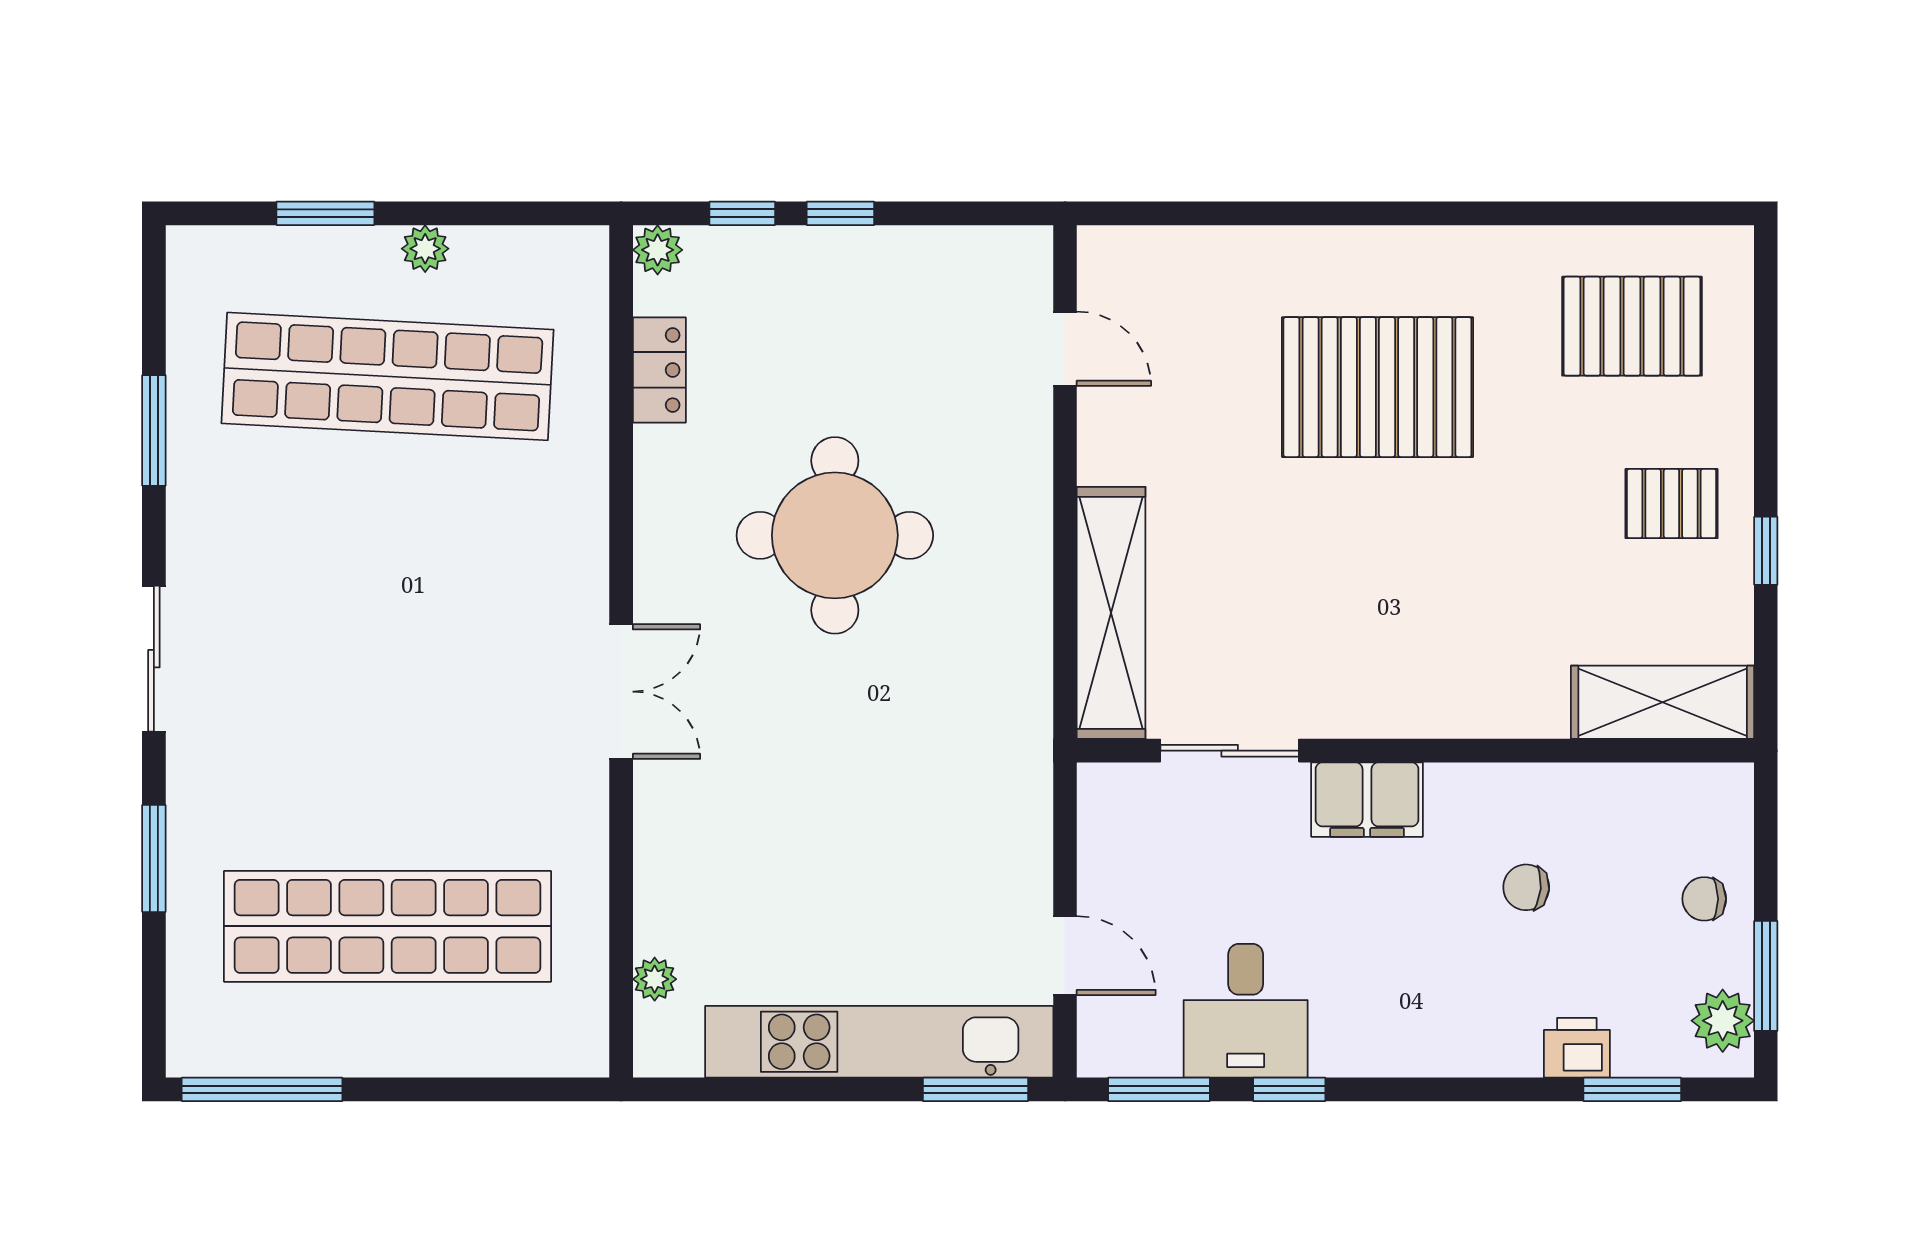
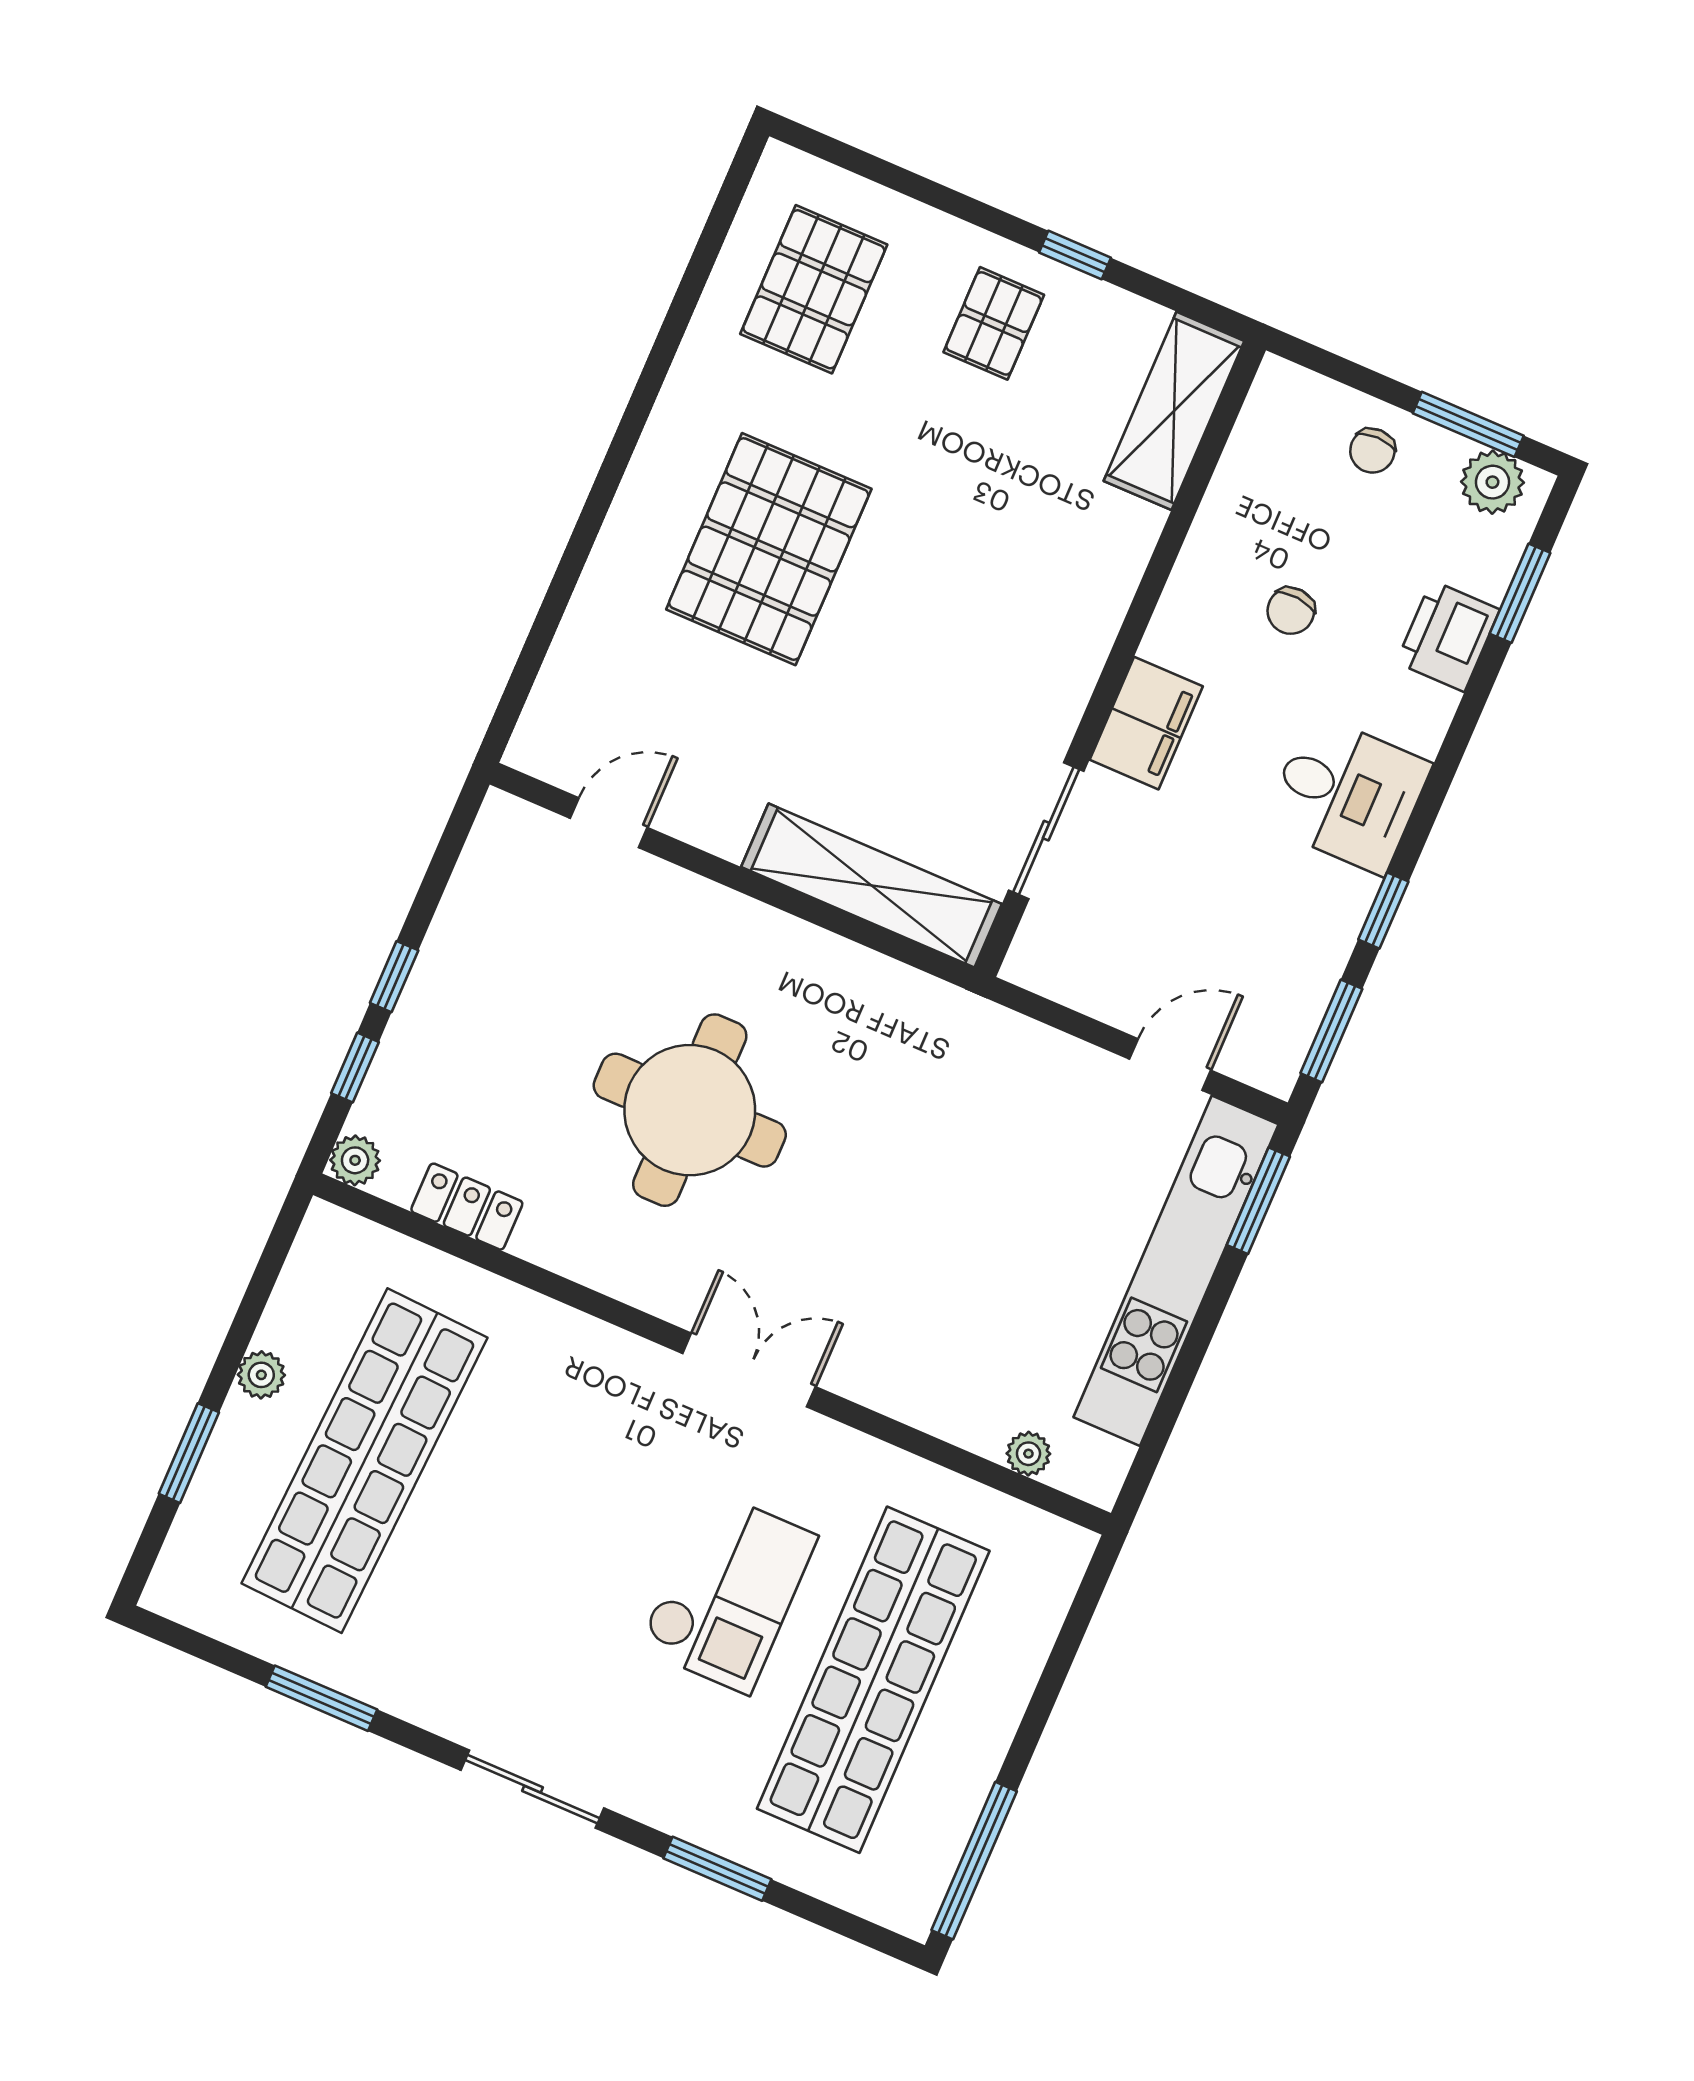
checkout: (411, 759) -> (728, 1592), added
desk: (1246, 1011) -> (1347, 794), moved
printer: (1577, 1048) -> (1448, 636), width x1.36, depth x1.24

